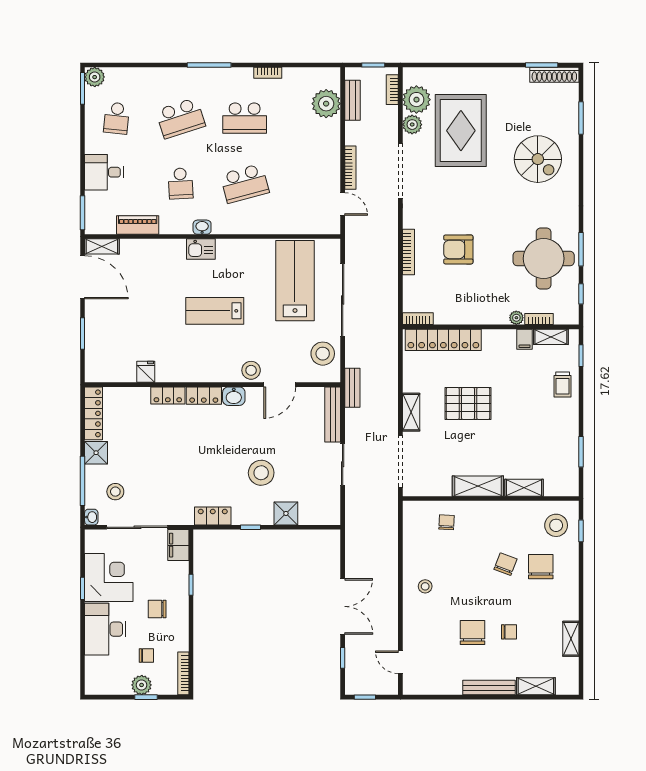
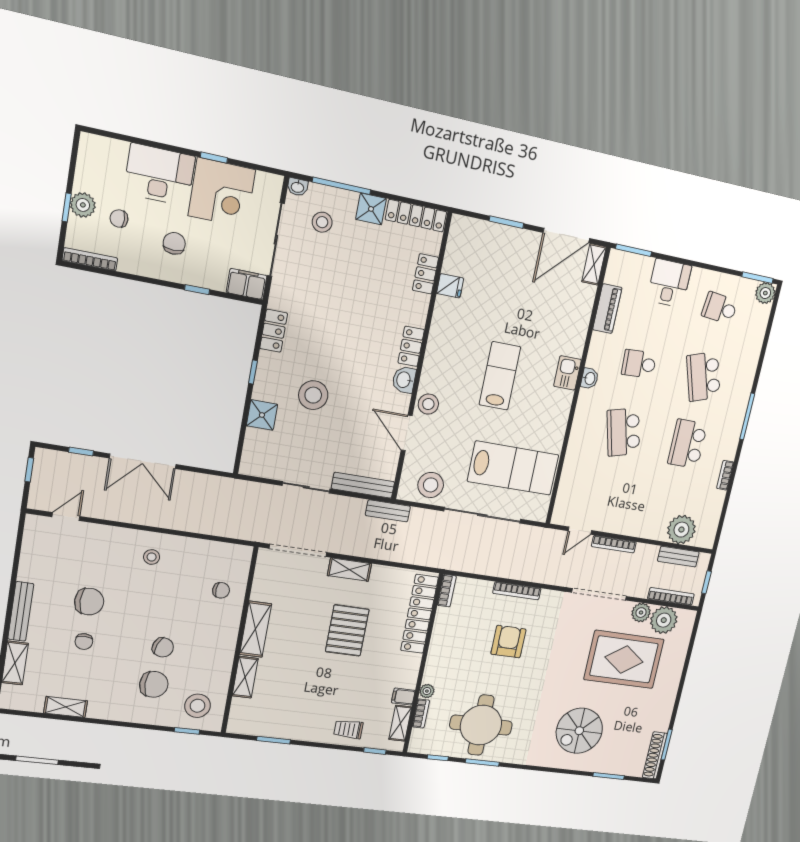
bookcase: (392, 90) -> (671, 596), width x1.56
locker: (168, 395) -> (426, 274), moved
chair: (146, 656) -> (119, 219), turned 90

